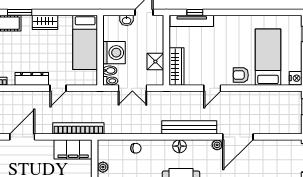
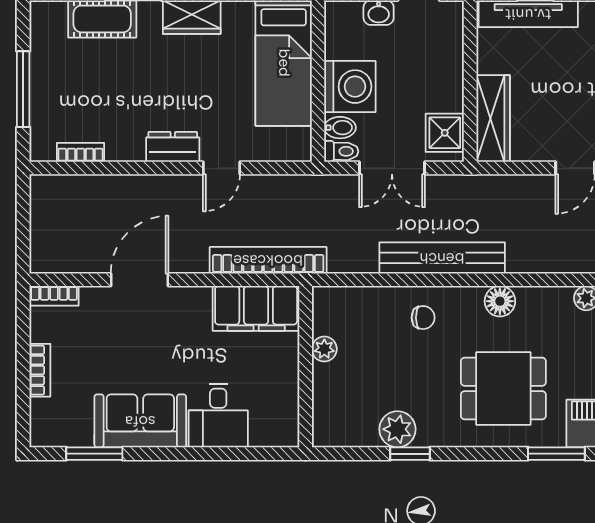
shower: (155, 62) -> (445, 133), moved
dresser: (32, 79) -> (173, 147), width x0.70
bench: (189, 127) -> (442, 258), moved
chair: (136, 148) -> (423, 318), moved

